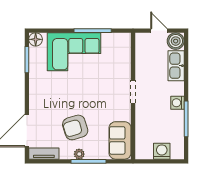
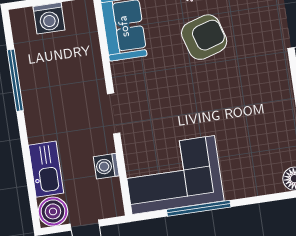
corner sofa: (74, 52) -> (173, 175), moved
washing machine: (177, 103) -> (106, 166), moved, turned 180

